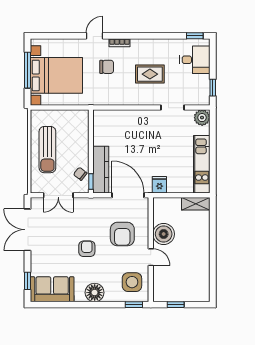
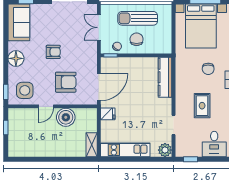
chair: (72, 151) -> (137, 39), added
kitchen counter: (101, 170) -> (165, 77), moved, turned 90
armchair: (122, 234) -> (66, 82), turned 180

